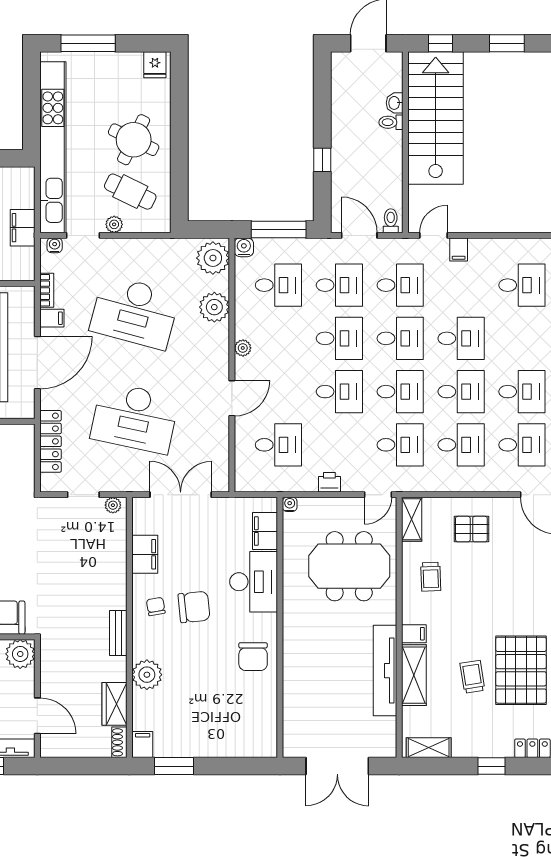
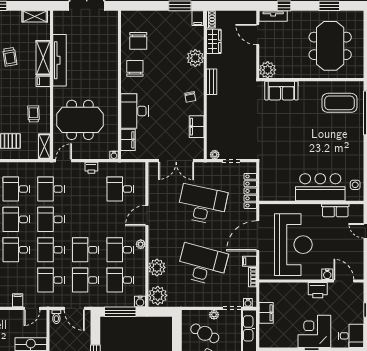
desk: (339, 392) -> (120, 250), moved
chair: (194, 607) -> (138, 41), moved, turned -84

